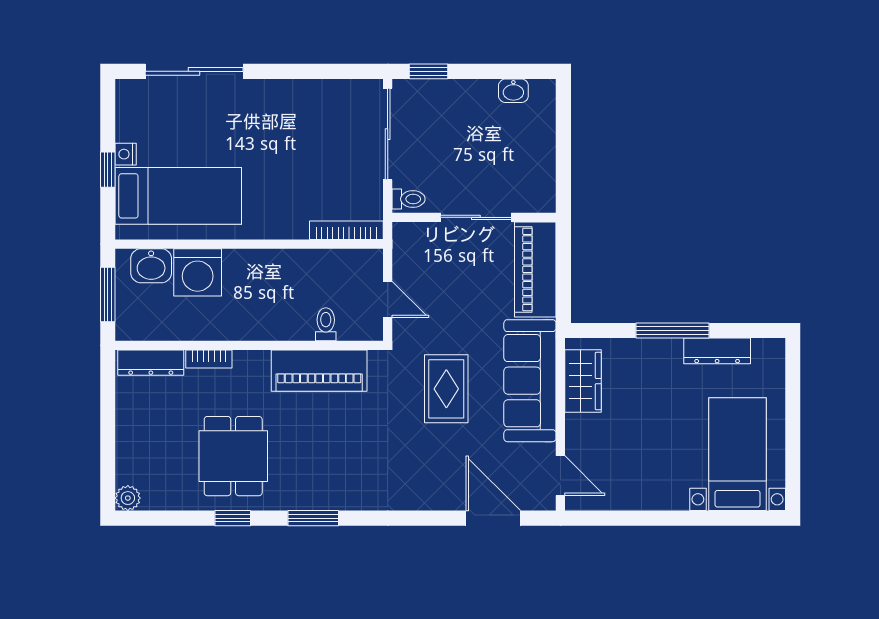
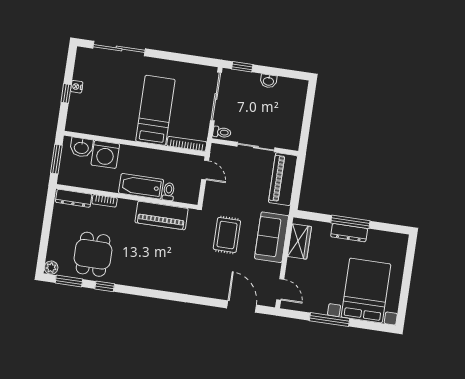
washbasin: (513, 91) -> (268, 81), moved
bed: (178, 196) -> (155, 110), moved, turned -90
door: (388, 300) -> (205, 170), moved
bathtub: (273, 322) -> (141, 186), added
dresser: (717, 351) -> (349, 233), moved
sofa: (530, 381) -> (272, 237), width x0.73
bed with nightstands: (738, 454) -> (366, 291), width x1.36
dining table: (233, 456) -> (93, 254), moved
window: (313, 518) -> (69, 281), moved
window: (661, 518) -> (330, 320), added

